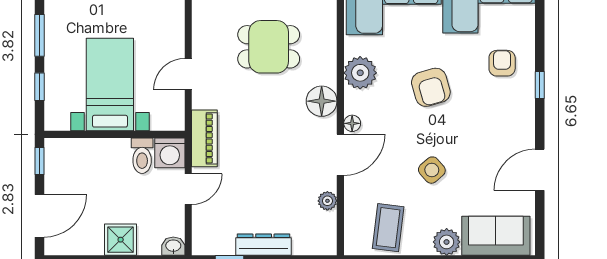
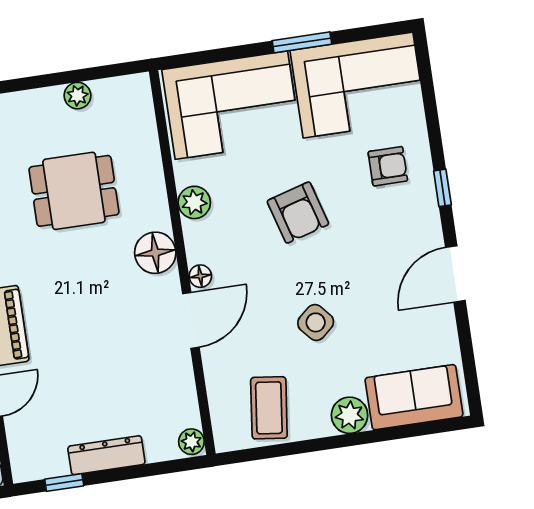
armchair: (502, 63) -> (388, 166), turned 90
plant: (360, 73) -> (194, 202), width x0.73, depth x0.73
door: (540, 170) -> (455, 274), moved
plant: (327, 201) -> (191, 442), moved

